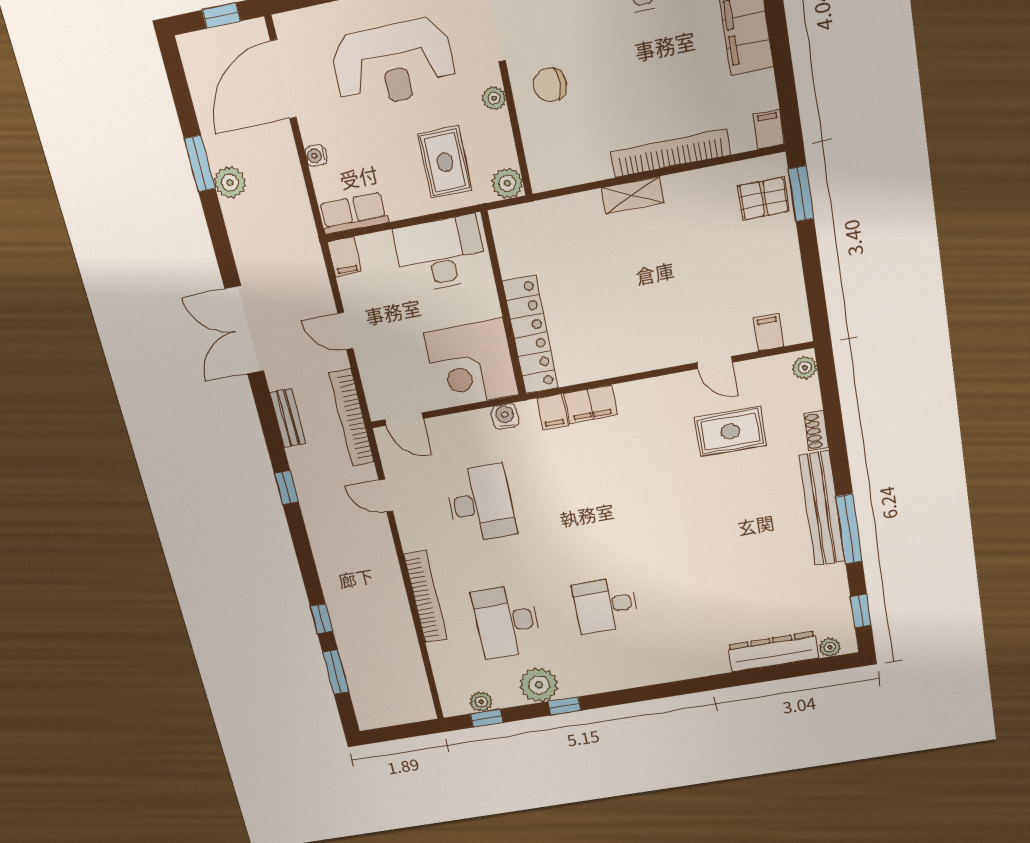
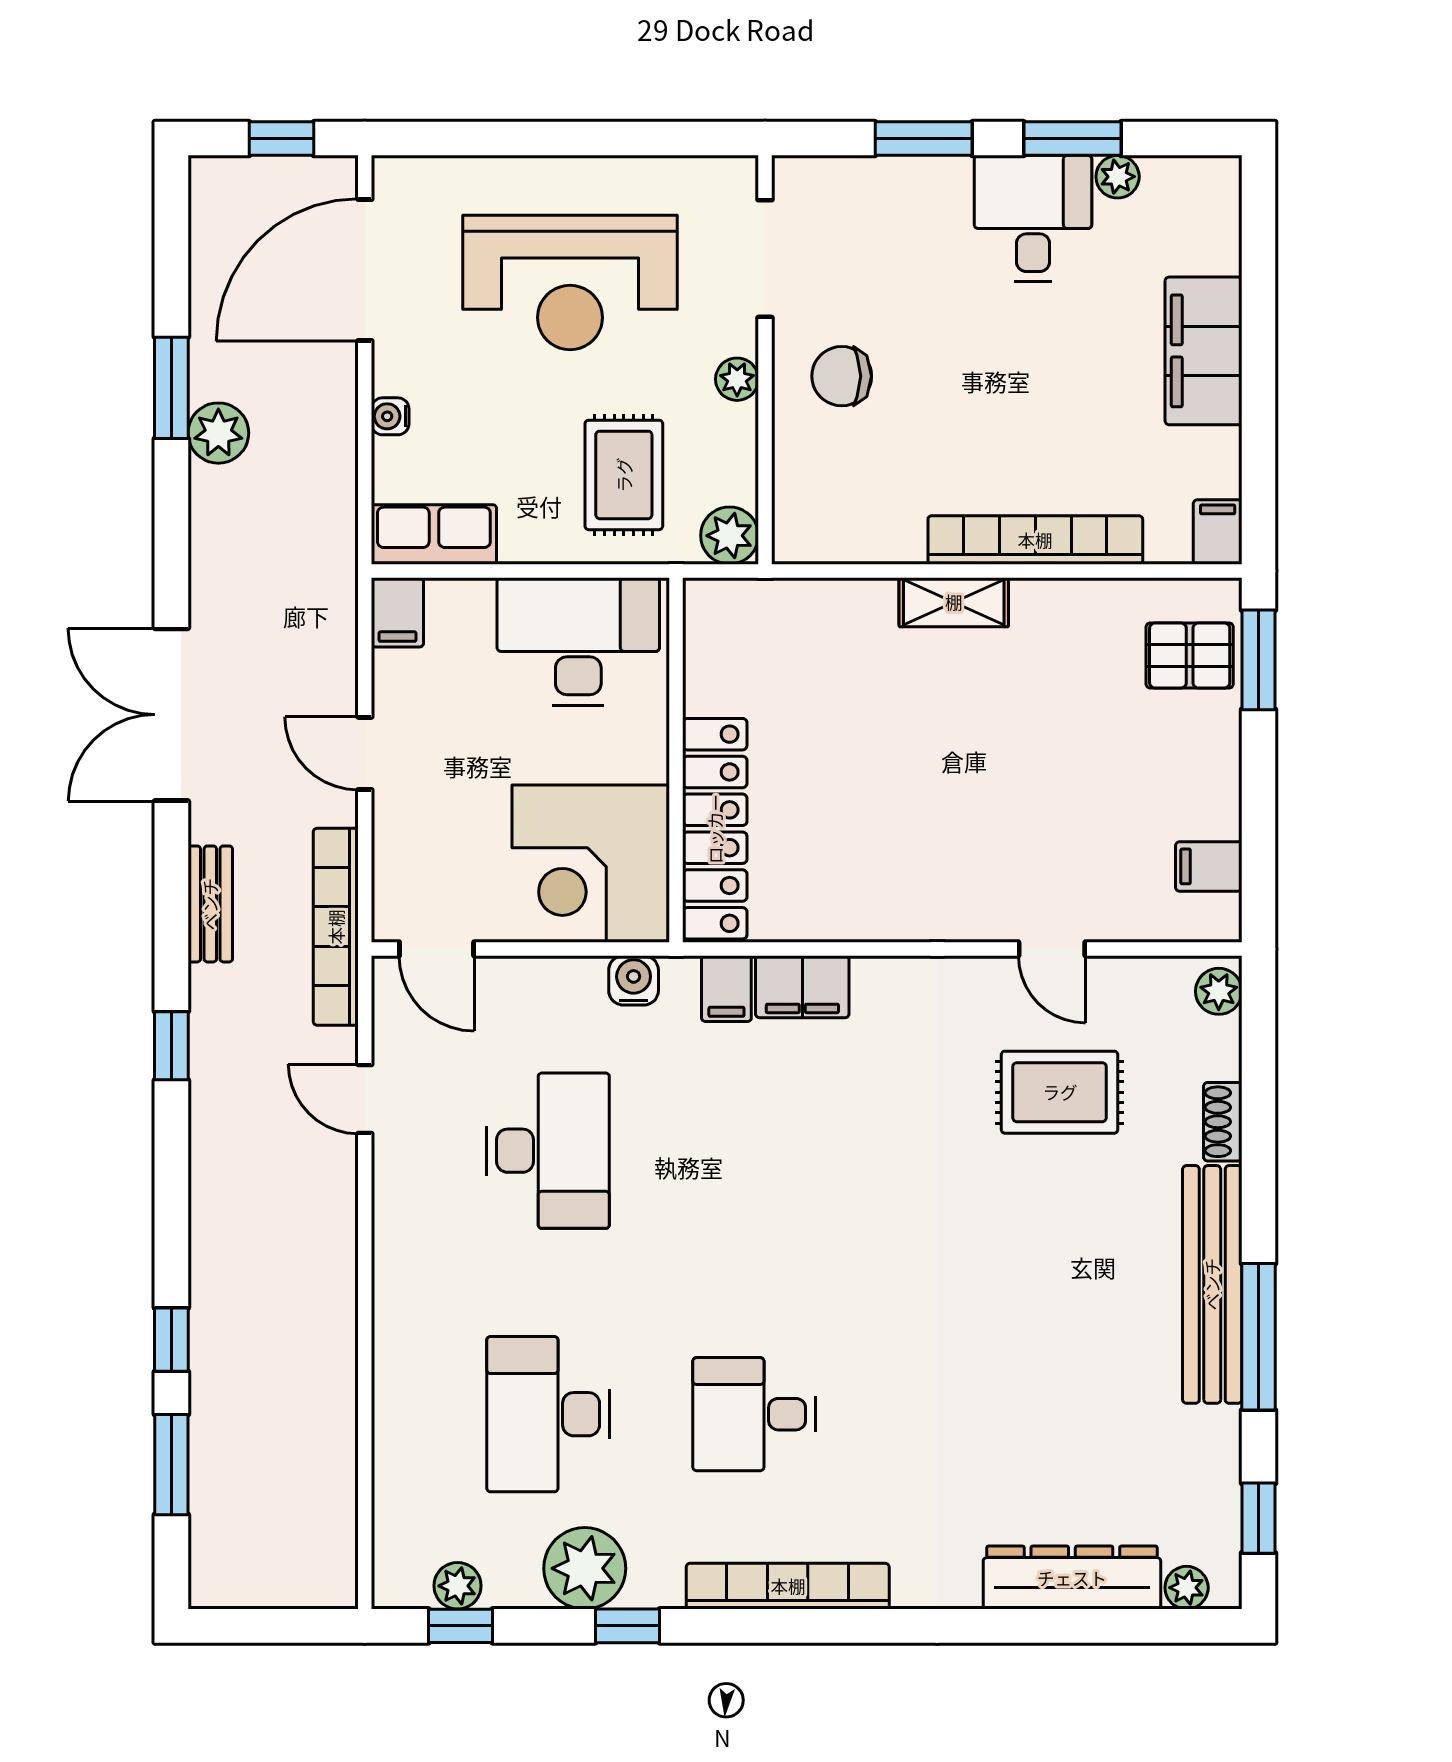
filing cabinet: (769, 332) -> (1209, 866), moved, turned -90
bookcase: (425, 597) -> (788, 1586), moved, turned -90

